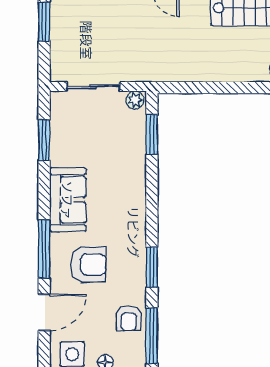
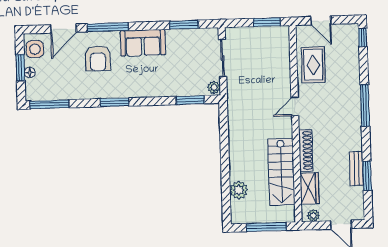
window: (152, 267) -> (115, 102), moved
door: (44, 312) -> (63, 29), hinge flipped
armchair: (129, 318) -> (61, 88), removed

